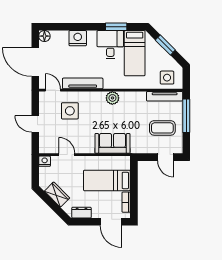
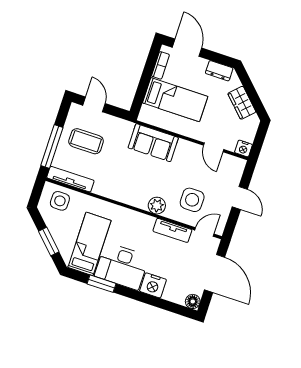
desk: (110, 45) -> (122, 266), width x1.37
tv unit: (83, 83) -> (172, 230), width x0.71
door: (53, 90) -> (204, 232), swing flipped
plant: (112, 98) -> (157, 206), moved

